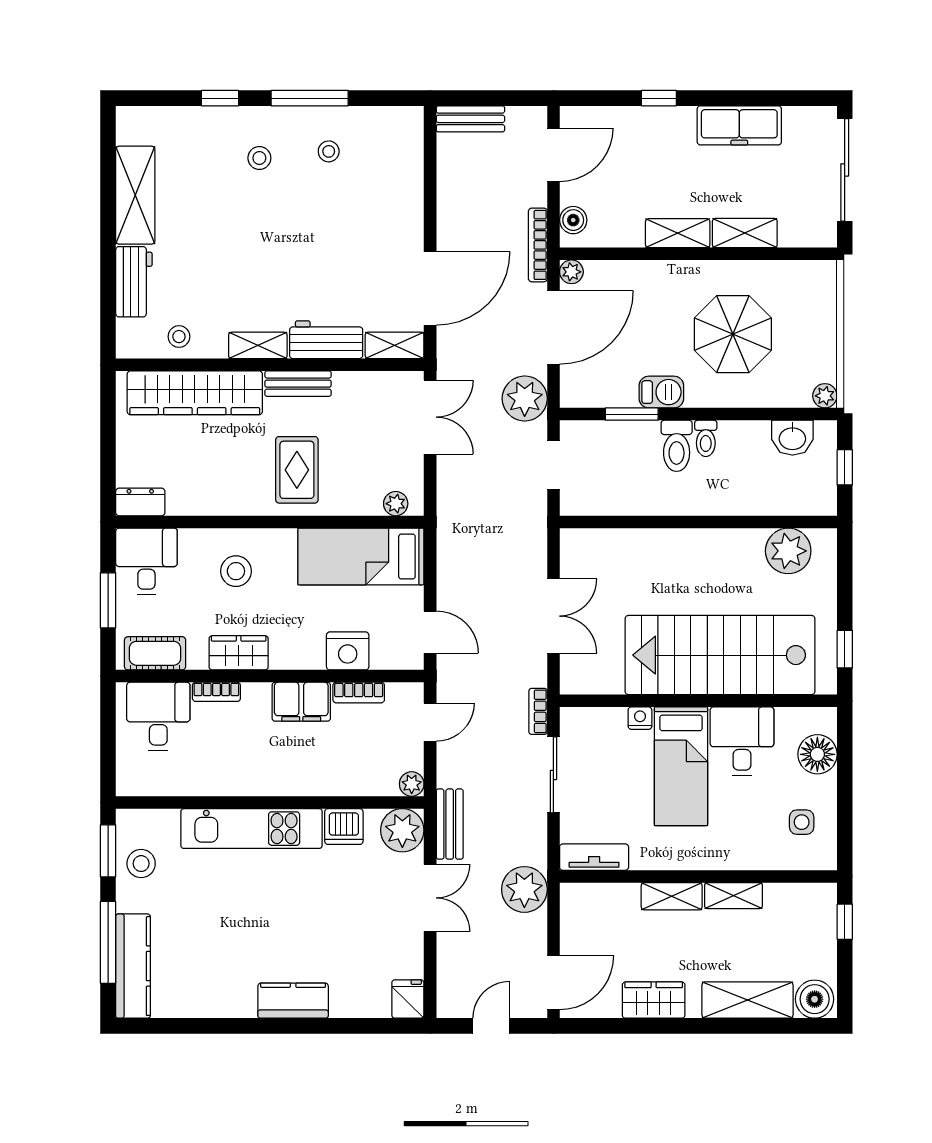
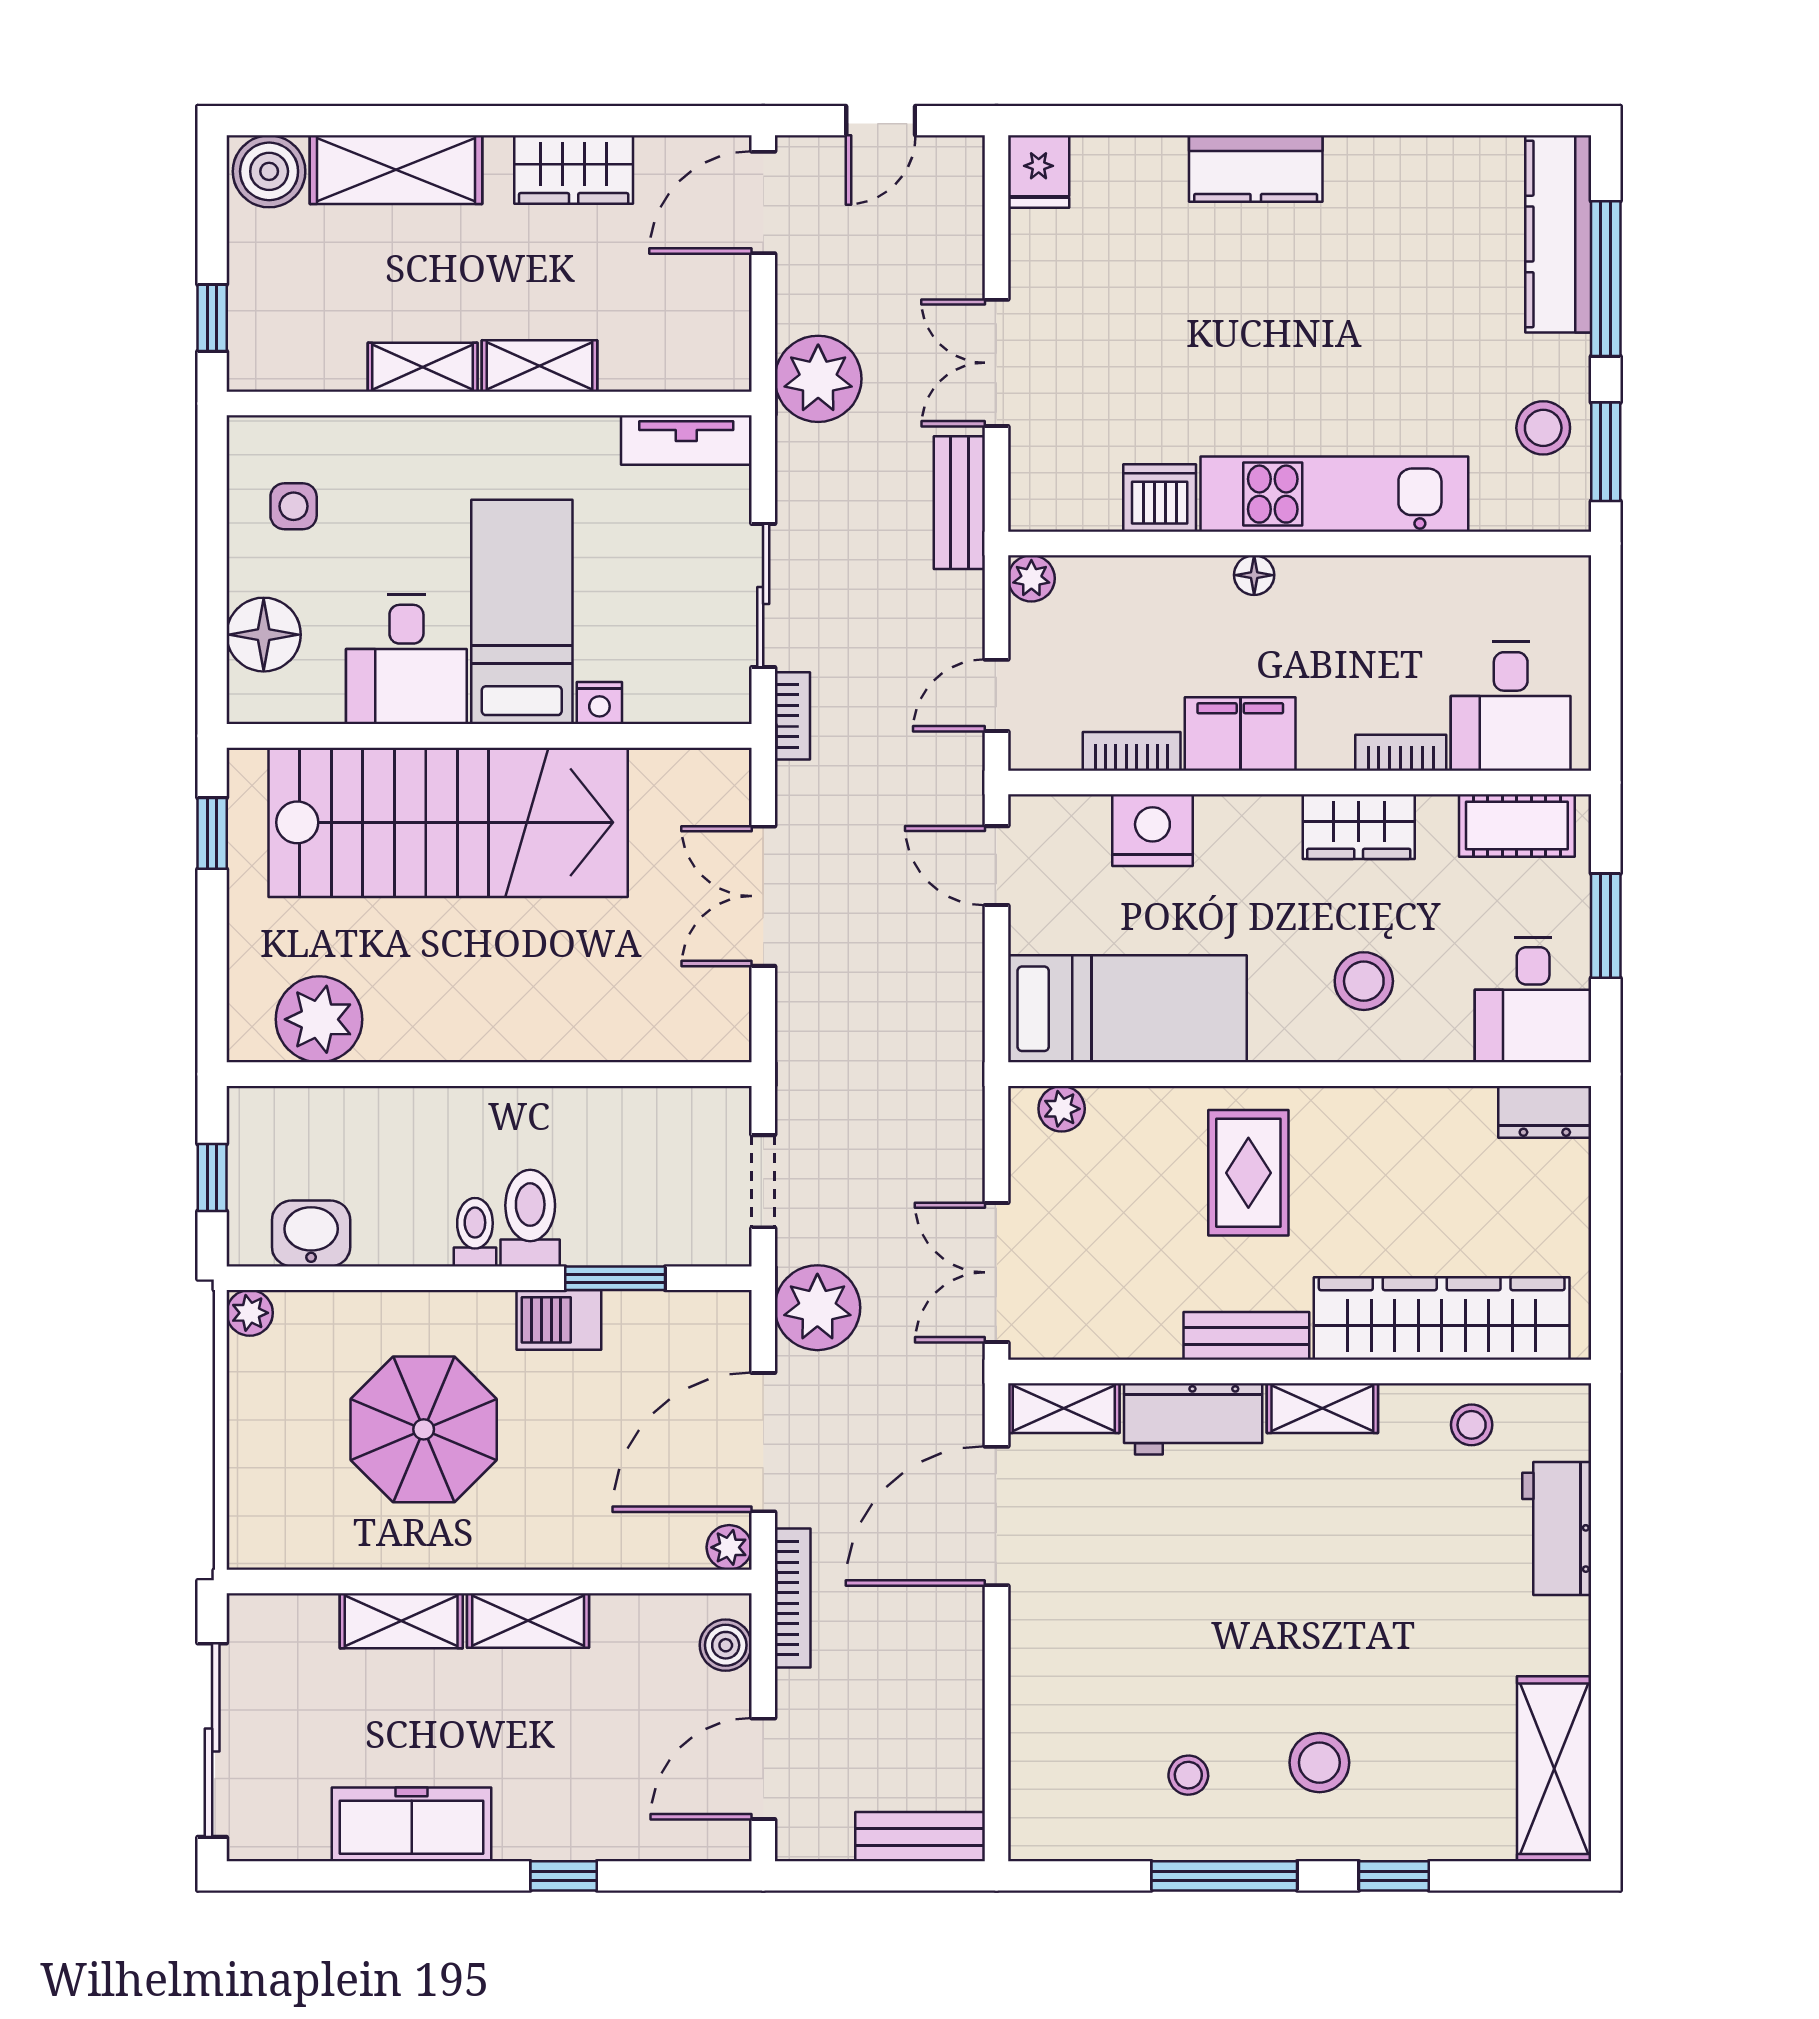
stool: (259, 158) -> (1319, 1763), width x1.37, depth x1.37
shelving: (135, 195) -> (1554, 1769), moved
floor lamp: (294, 786) -> (1254, 575), added
plant: (402, 830) -> (1049, 491), removed

